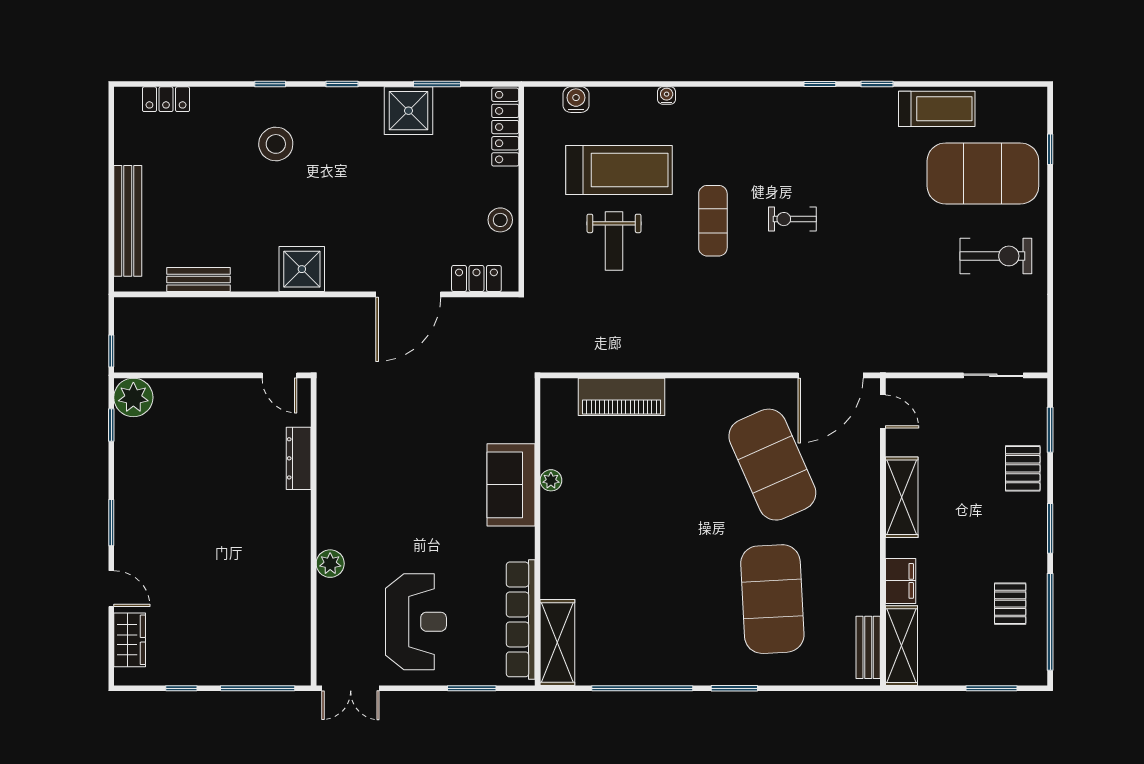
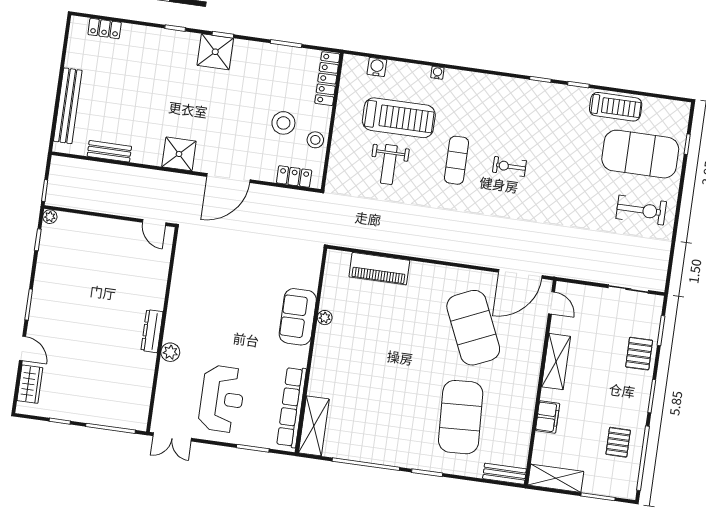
shower: (409, 111) -> (215, 52), moved
stool: (276, 144) -> (283, 123), moved
door: (408, 294) -> (228, 178), moved
plant: (133, 397) -> (50, 217), width x0.53, depth x0.53
dresser: (299, 458) -> (152, 331), moved
shelving: (902, 646) -> (556, 478), moved, turned 90
bench: (868, 647) -> (504, 474), moved, turned 90

